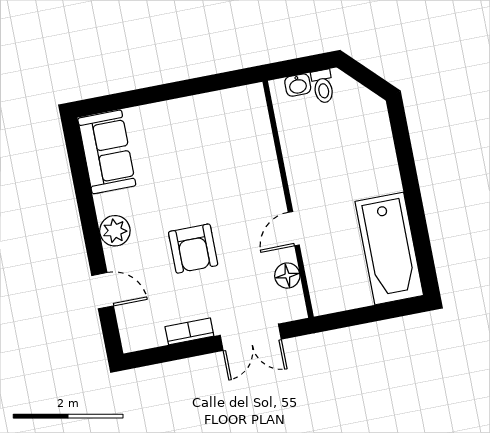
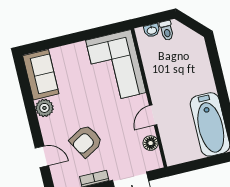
corner sofa: (234, 143) -> (116, 66), added
plant: (115, 231) -> (44, 108), moved
armchair: (193, 249) -> (86, 141), moved, turned 60

